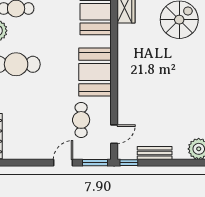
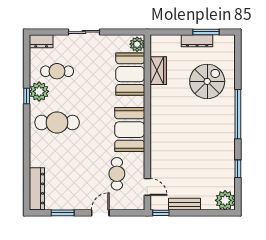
door: (114, 134) -> (147, 187), hinge flipped
window: (95, 163) -> (63, 213), moved

